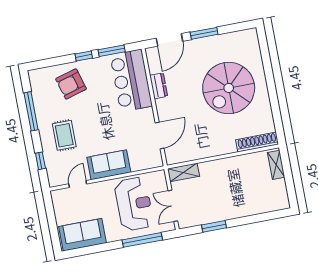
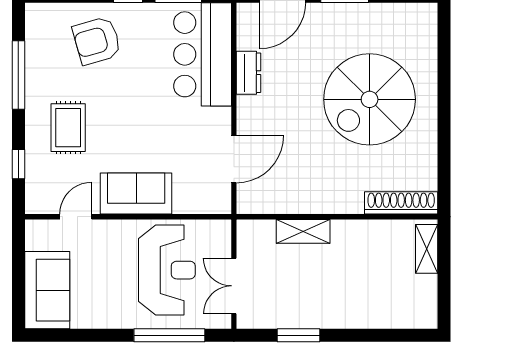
shelving: (183, 172) -> (303, 231), moved
sofa: (82, 235) -> (47, 290), moved, turned 90

